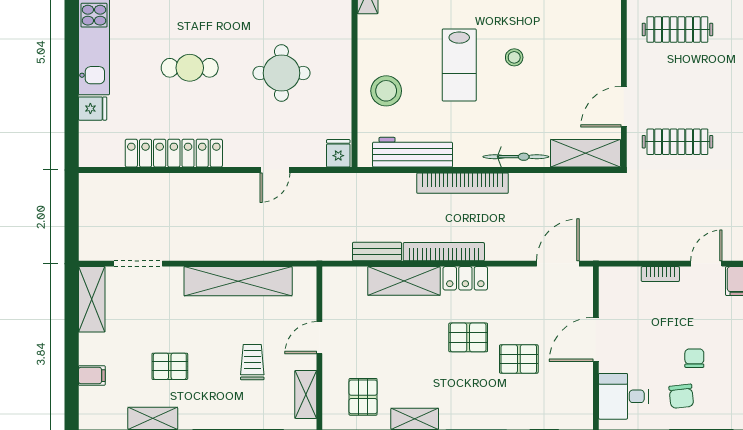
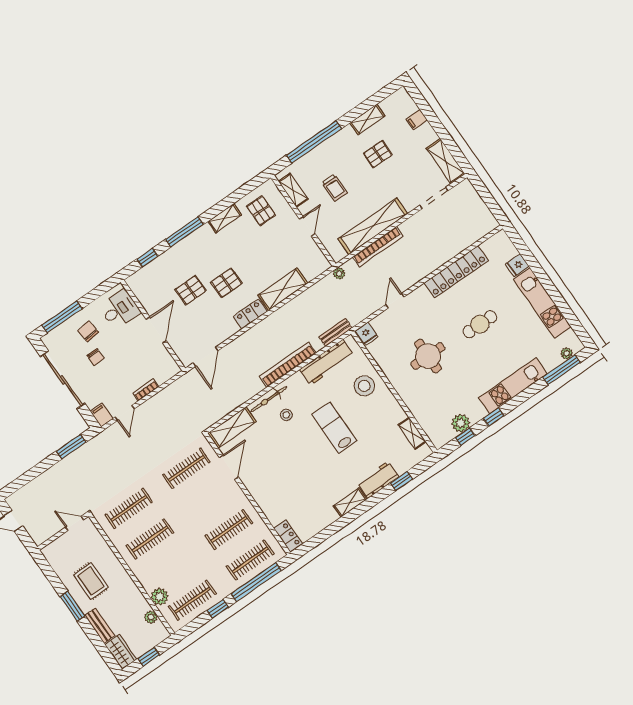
stool: (514, 57) -> (286, 415), moved
plant: (320, 252) -> (339, 273), added
bench: (377, 252) -> (336, 332), moved
bookcase: (444, 252) -> (378, 247), moved

